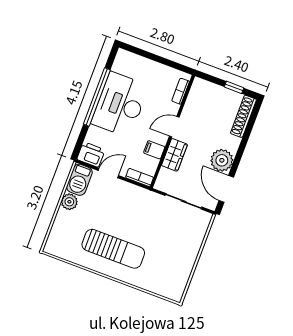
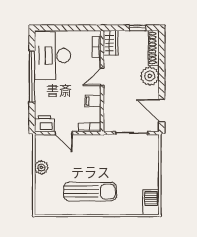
desk: (120, 104) -> (52, 56), moved
wardrobe: (174, 155) -> (111, 43), moved
plant: (222, 160) -> (150, 76), moved
door: (108, 173) -> (64, 133), swing flipped
barbecue: (79, 180) -> (151, 202), moved, turned 180

